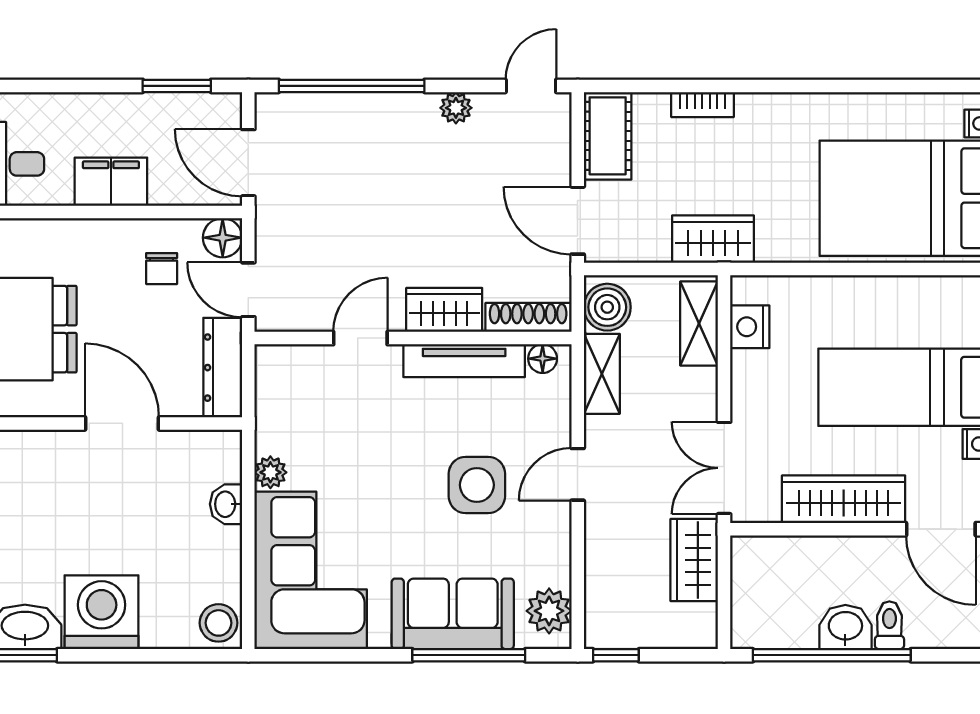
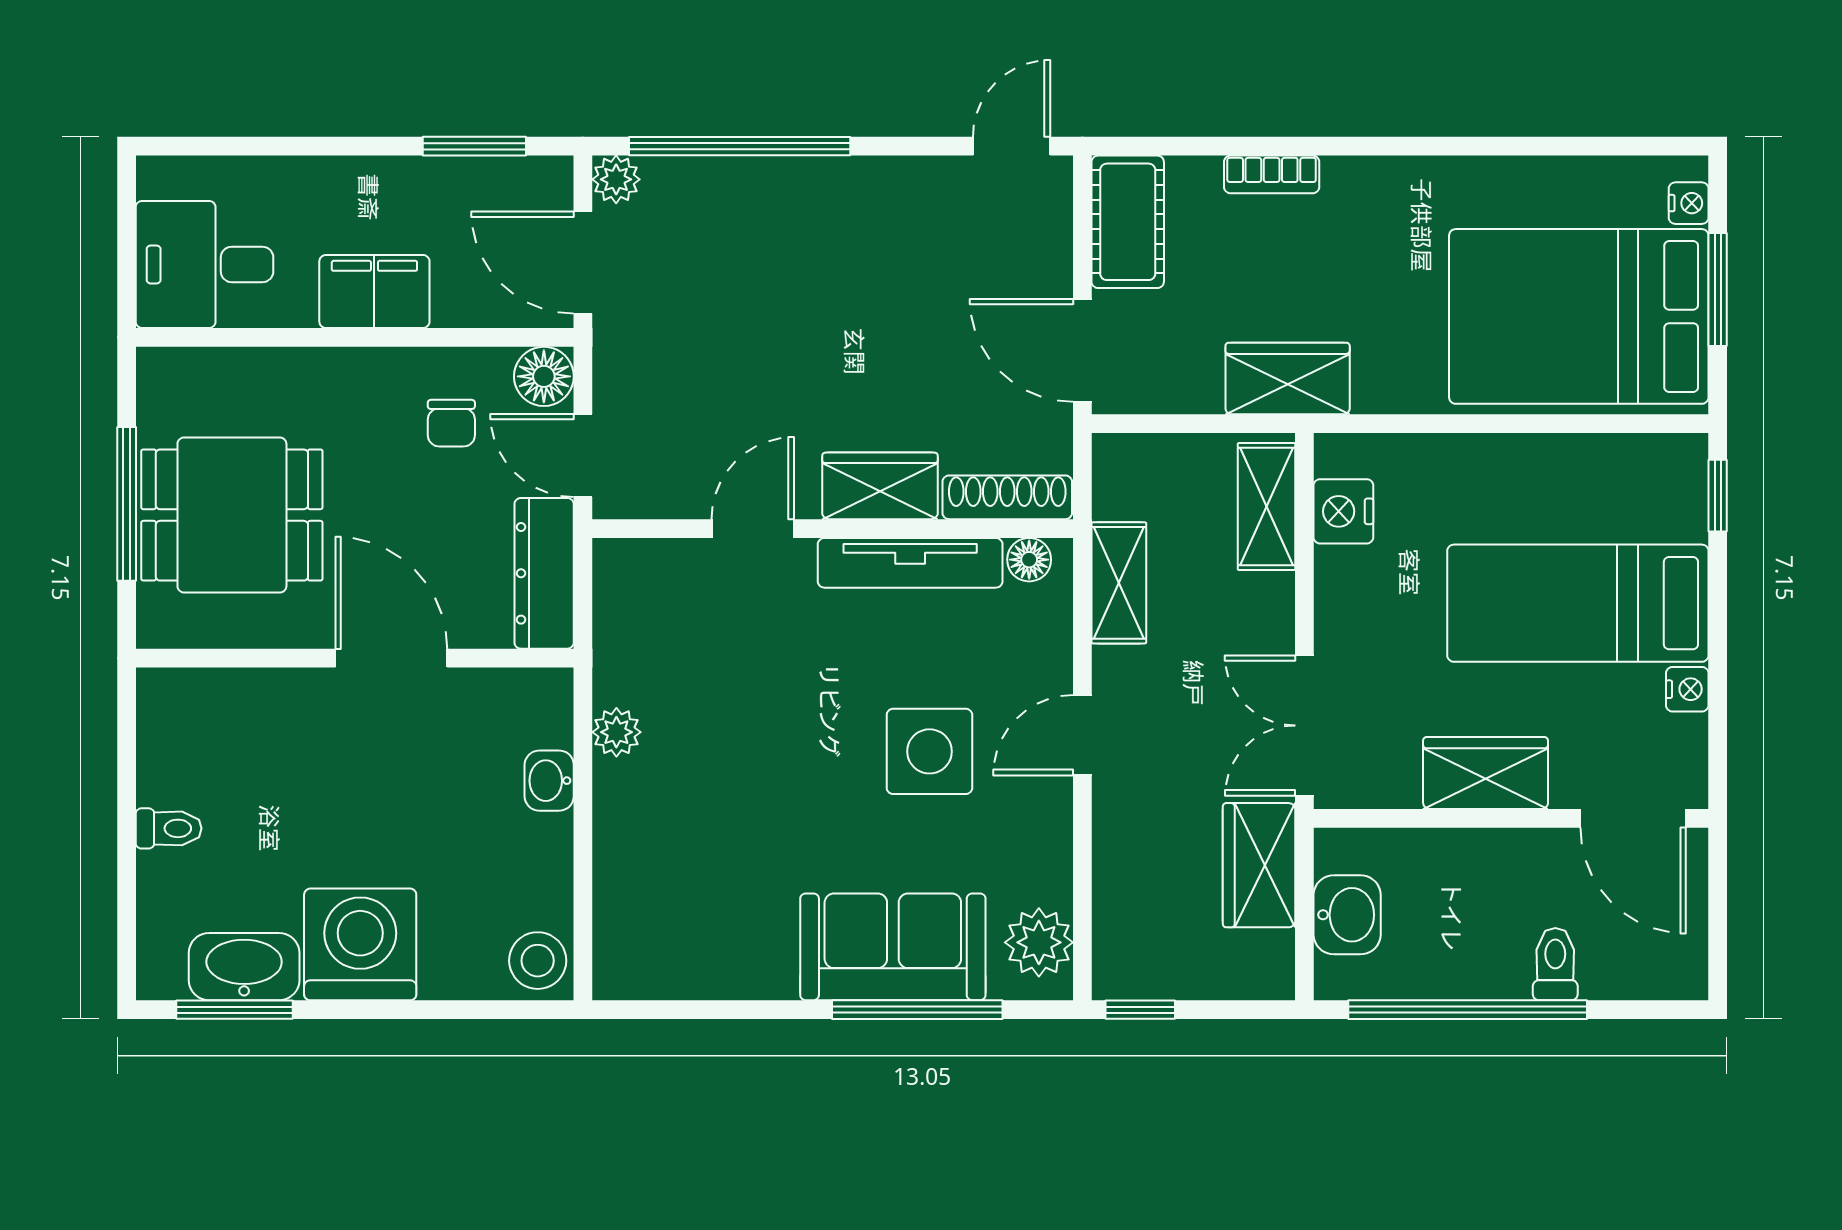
plant: (456, 108) -> (616, 179), moved
boiler: (607, 307) -> (1127, 482), removed
wardrobe: (844, 499) -> (1486, 773), width x0.67
corner sofa: (311, 570) -> (677, 881), removed
washbasin: (845, 627) -> (1347, 915), moved, turned 90

